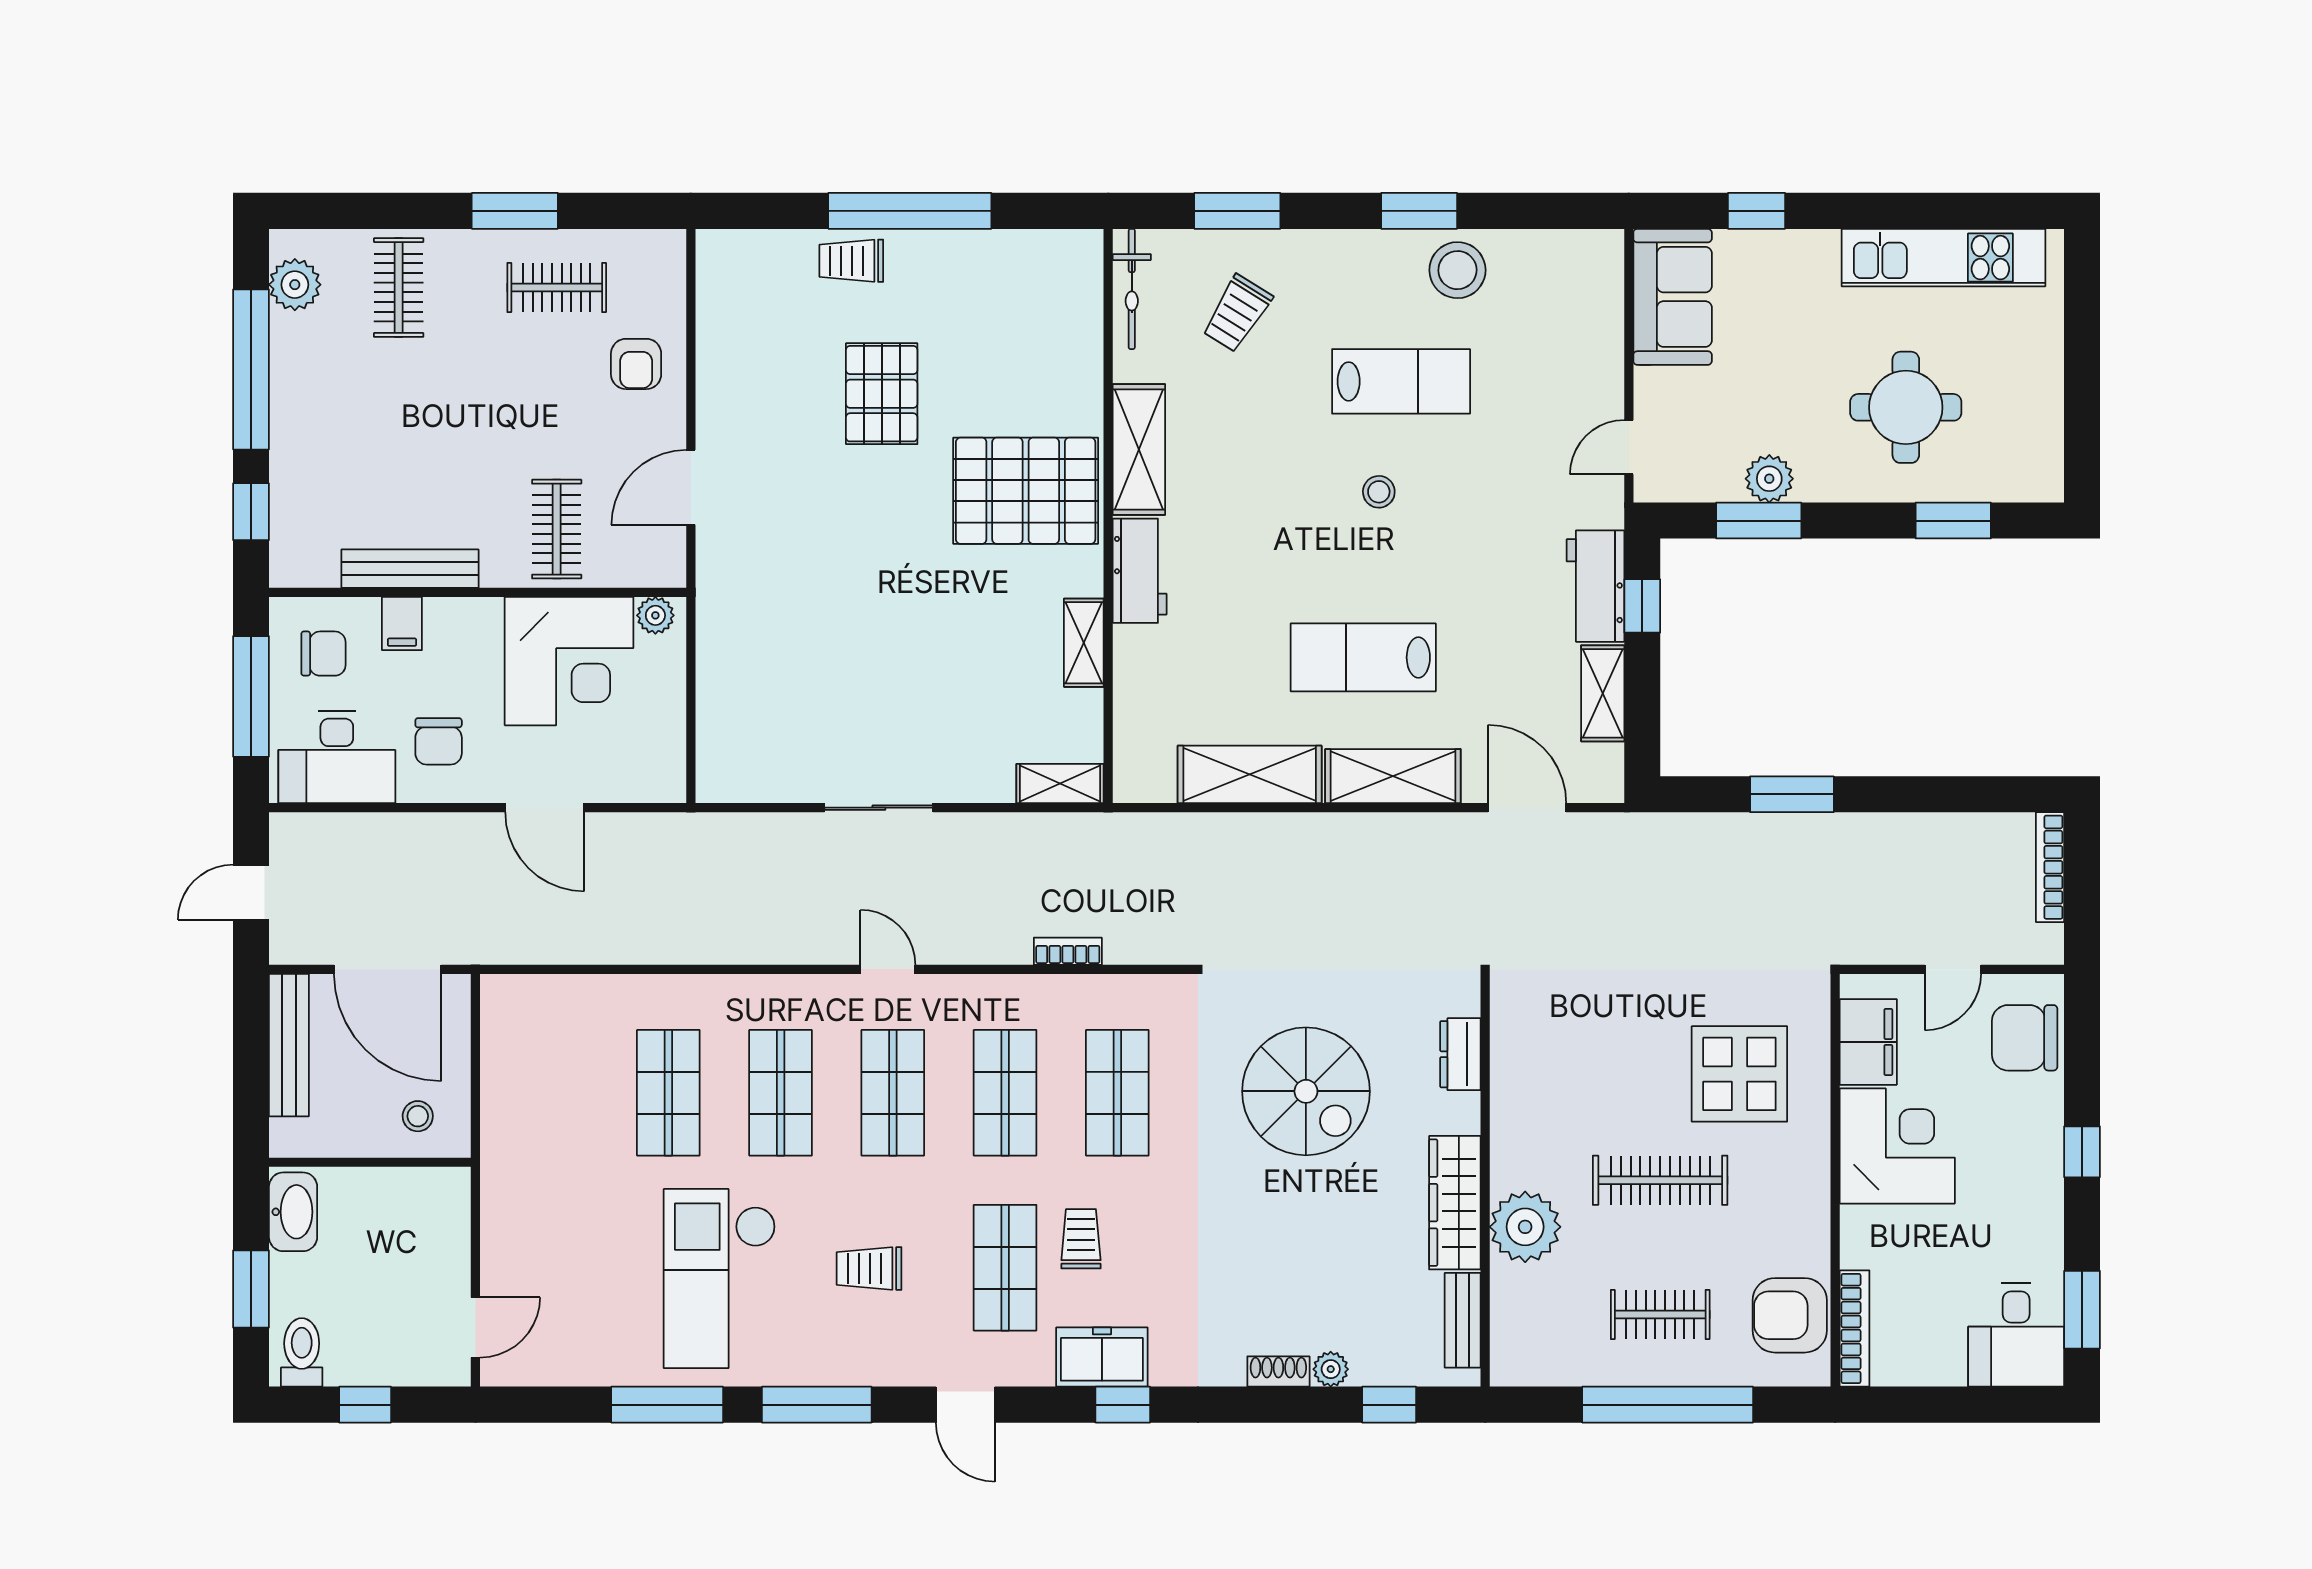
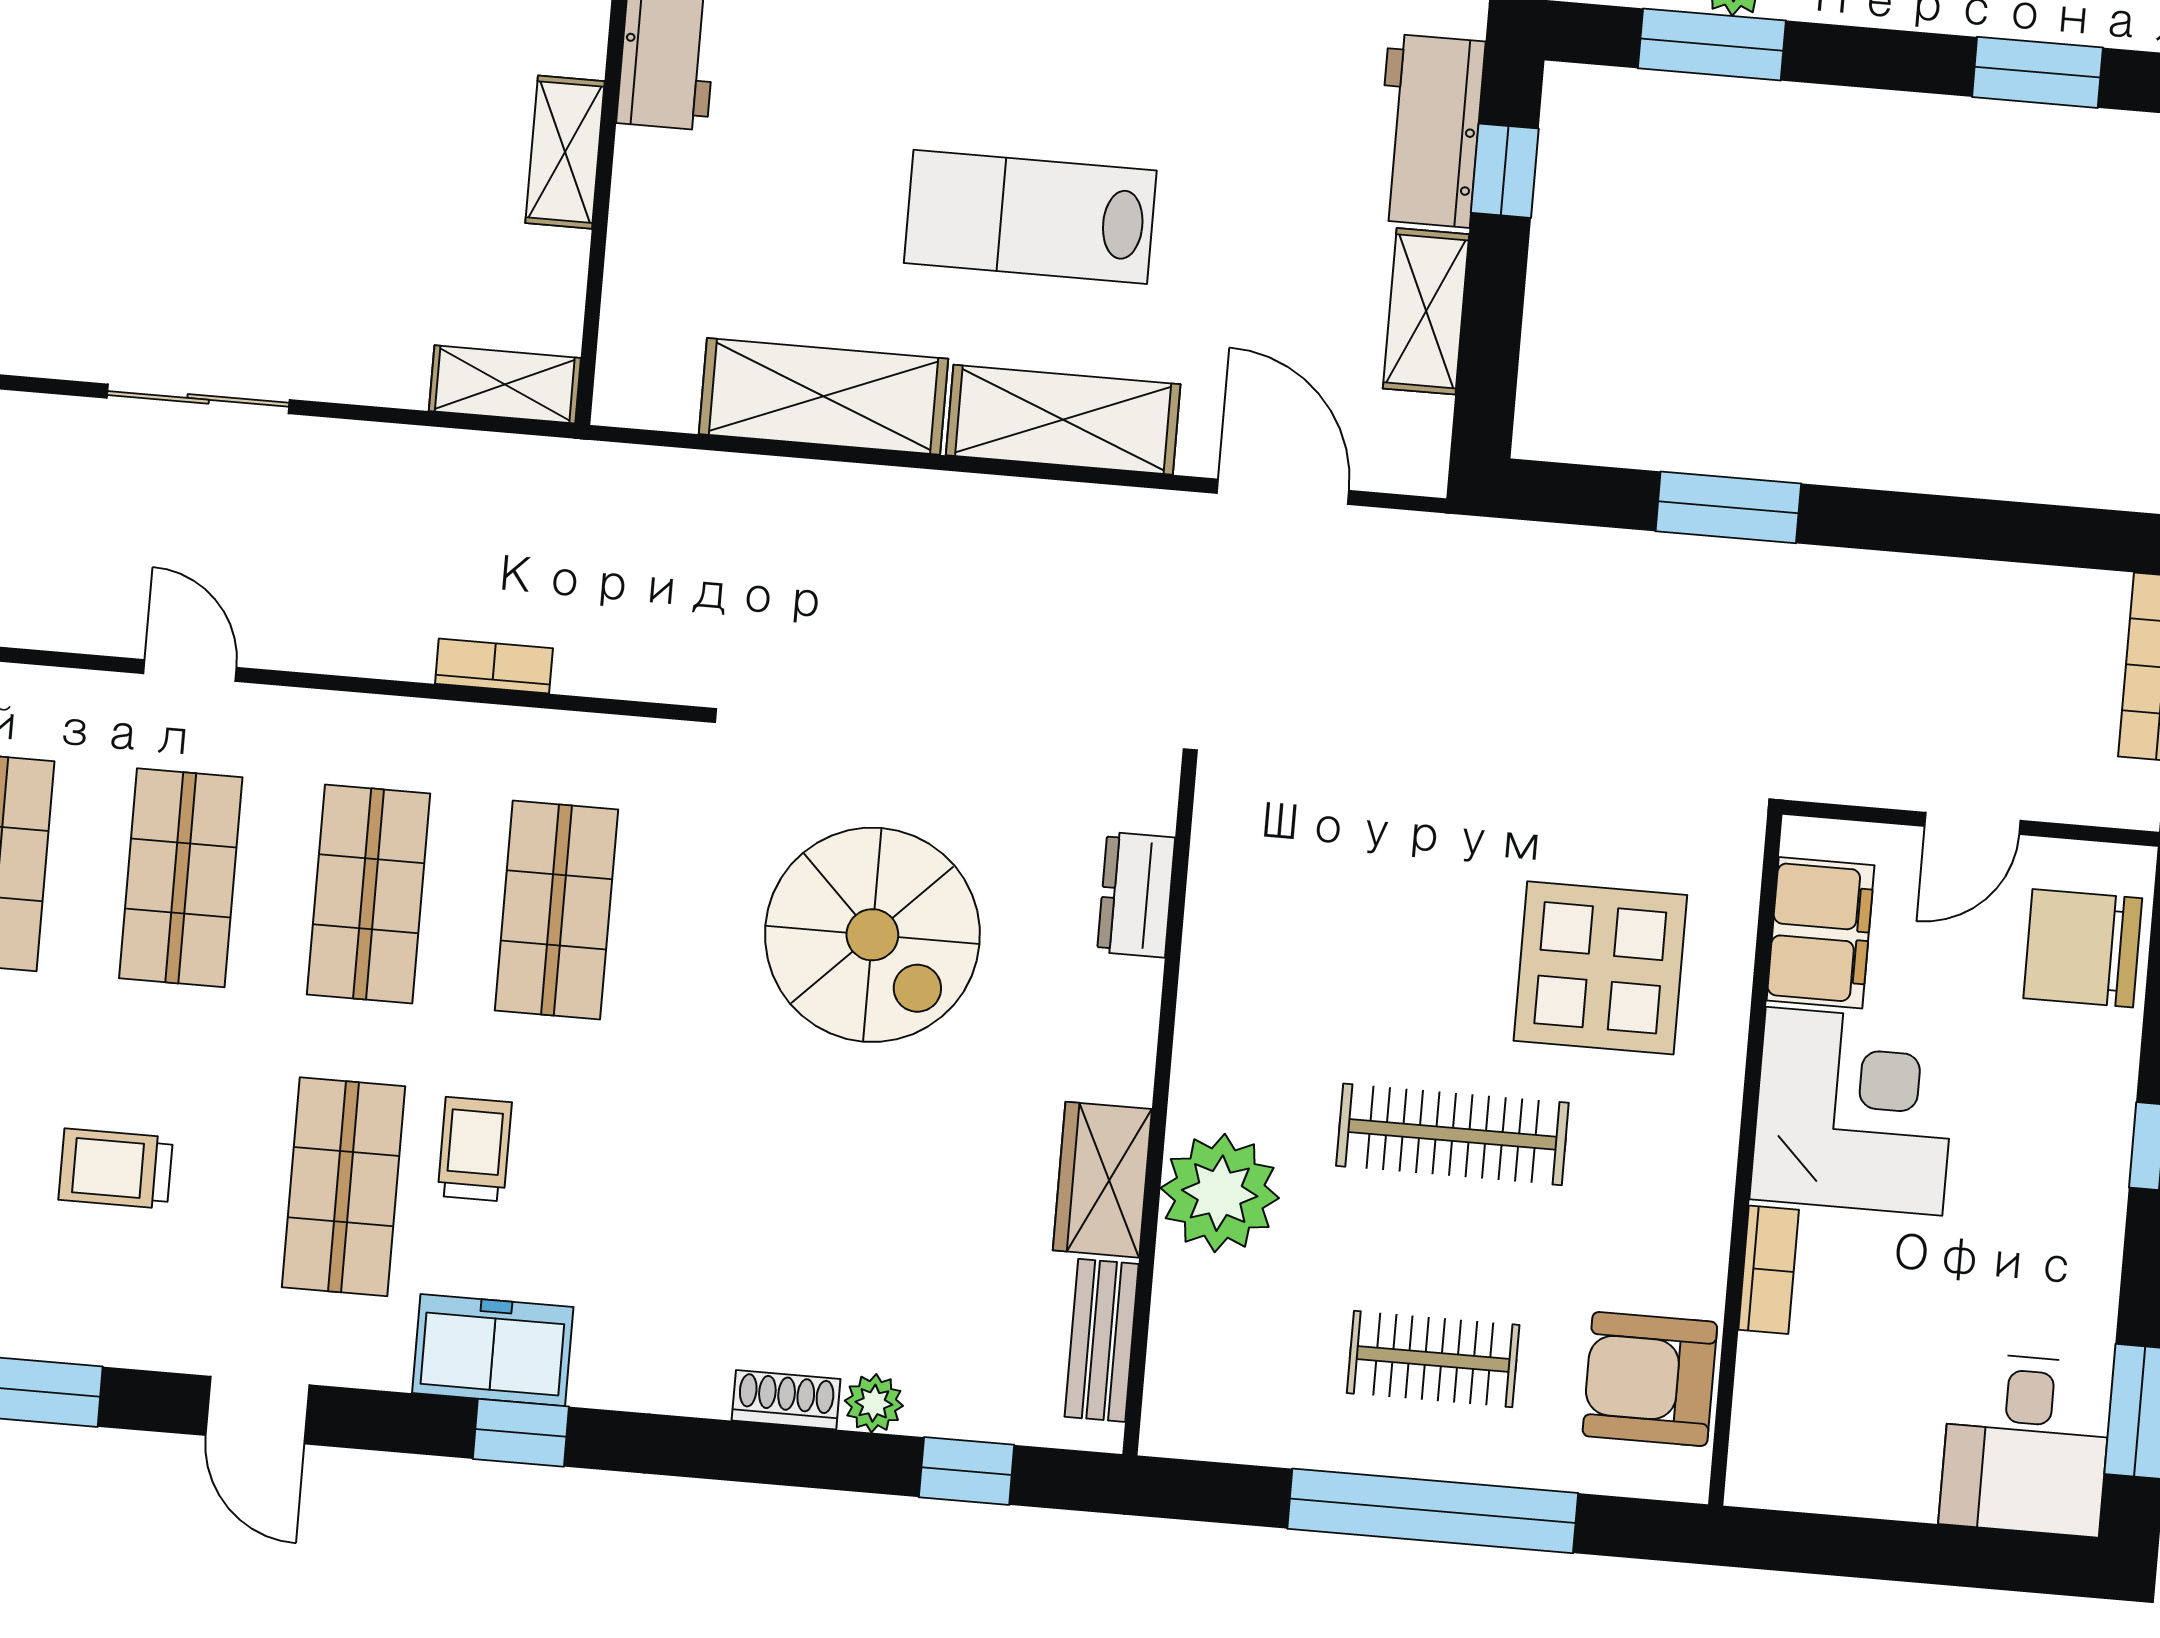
wardrobe: (1455, 1203) -> (1102, 1180), width x0.67
bookcase: (1855, 1328) -> (1769, 1270), moved, width x0.64

